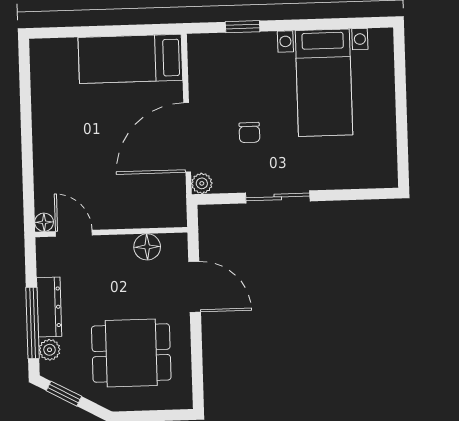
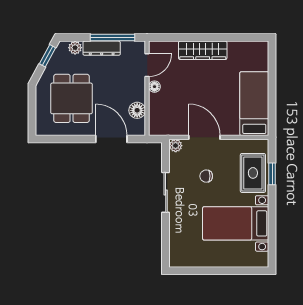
rug: (242, 58) -> (253, 173), added
door: (187, 137) -> (204, 137), width x0.73
wardrobe: (47, 144) -> (203, 50), added
floor lamp: (44, 222) -> (154, 87), moved
door: (195, 287) -> (111, 139), swing flipped
window: (33, 323) -> (112, 38), moved

